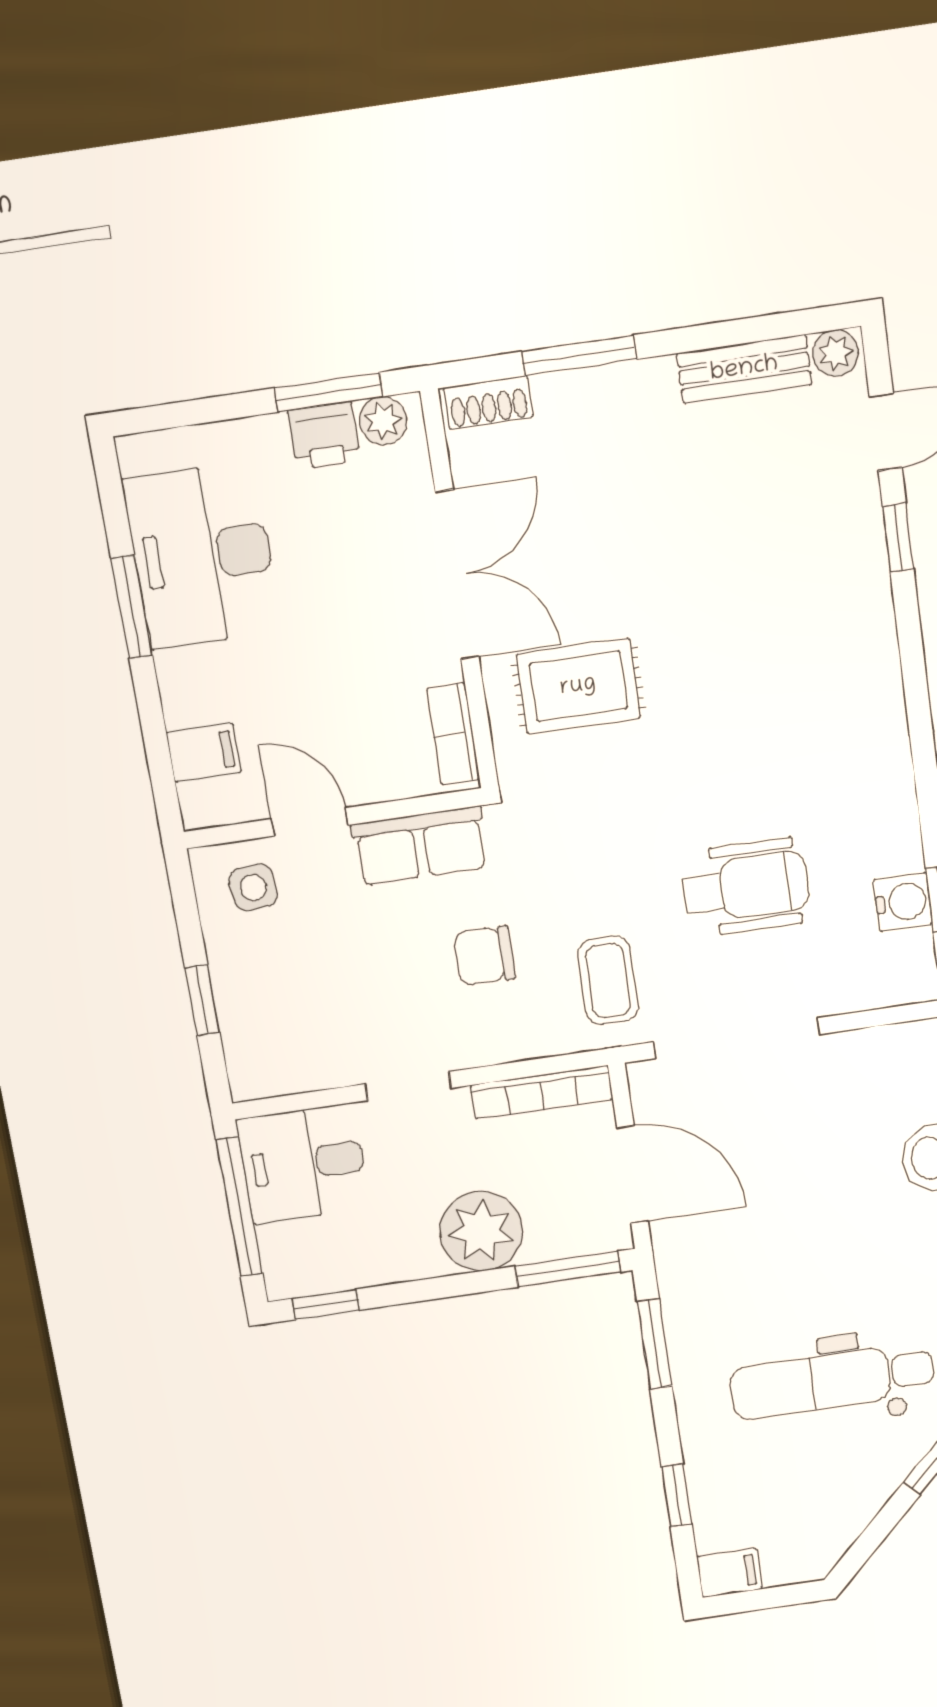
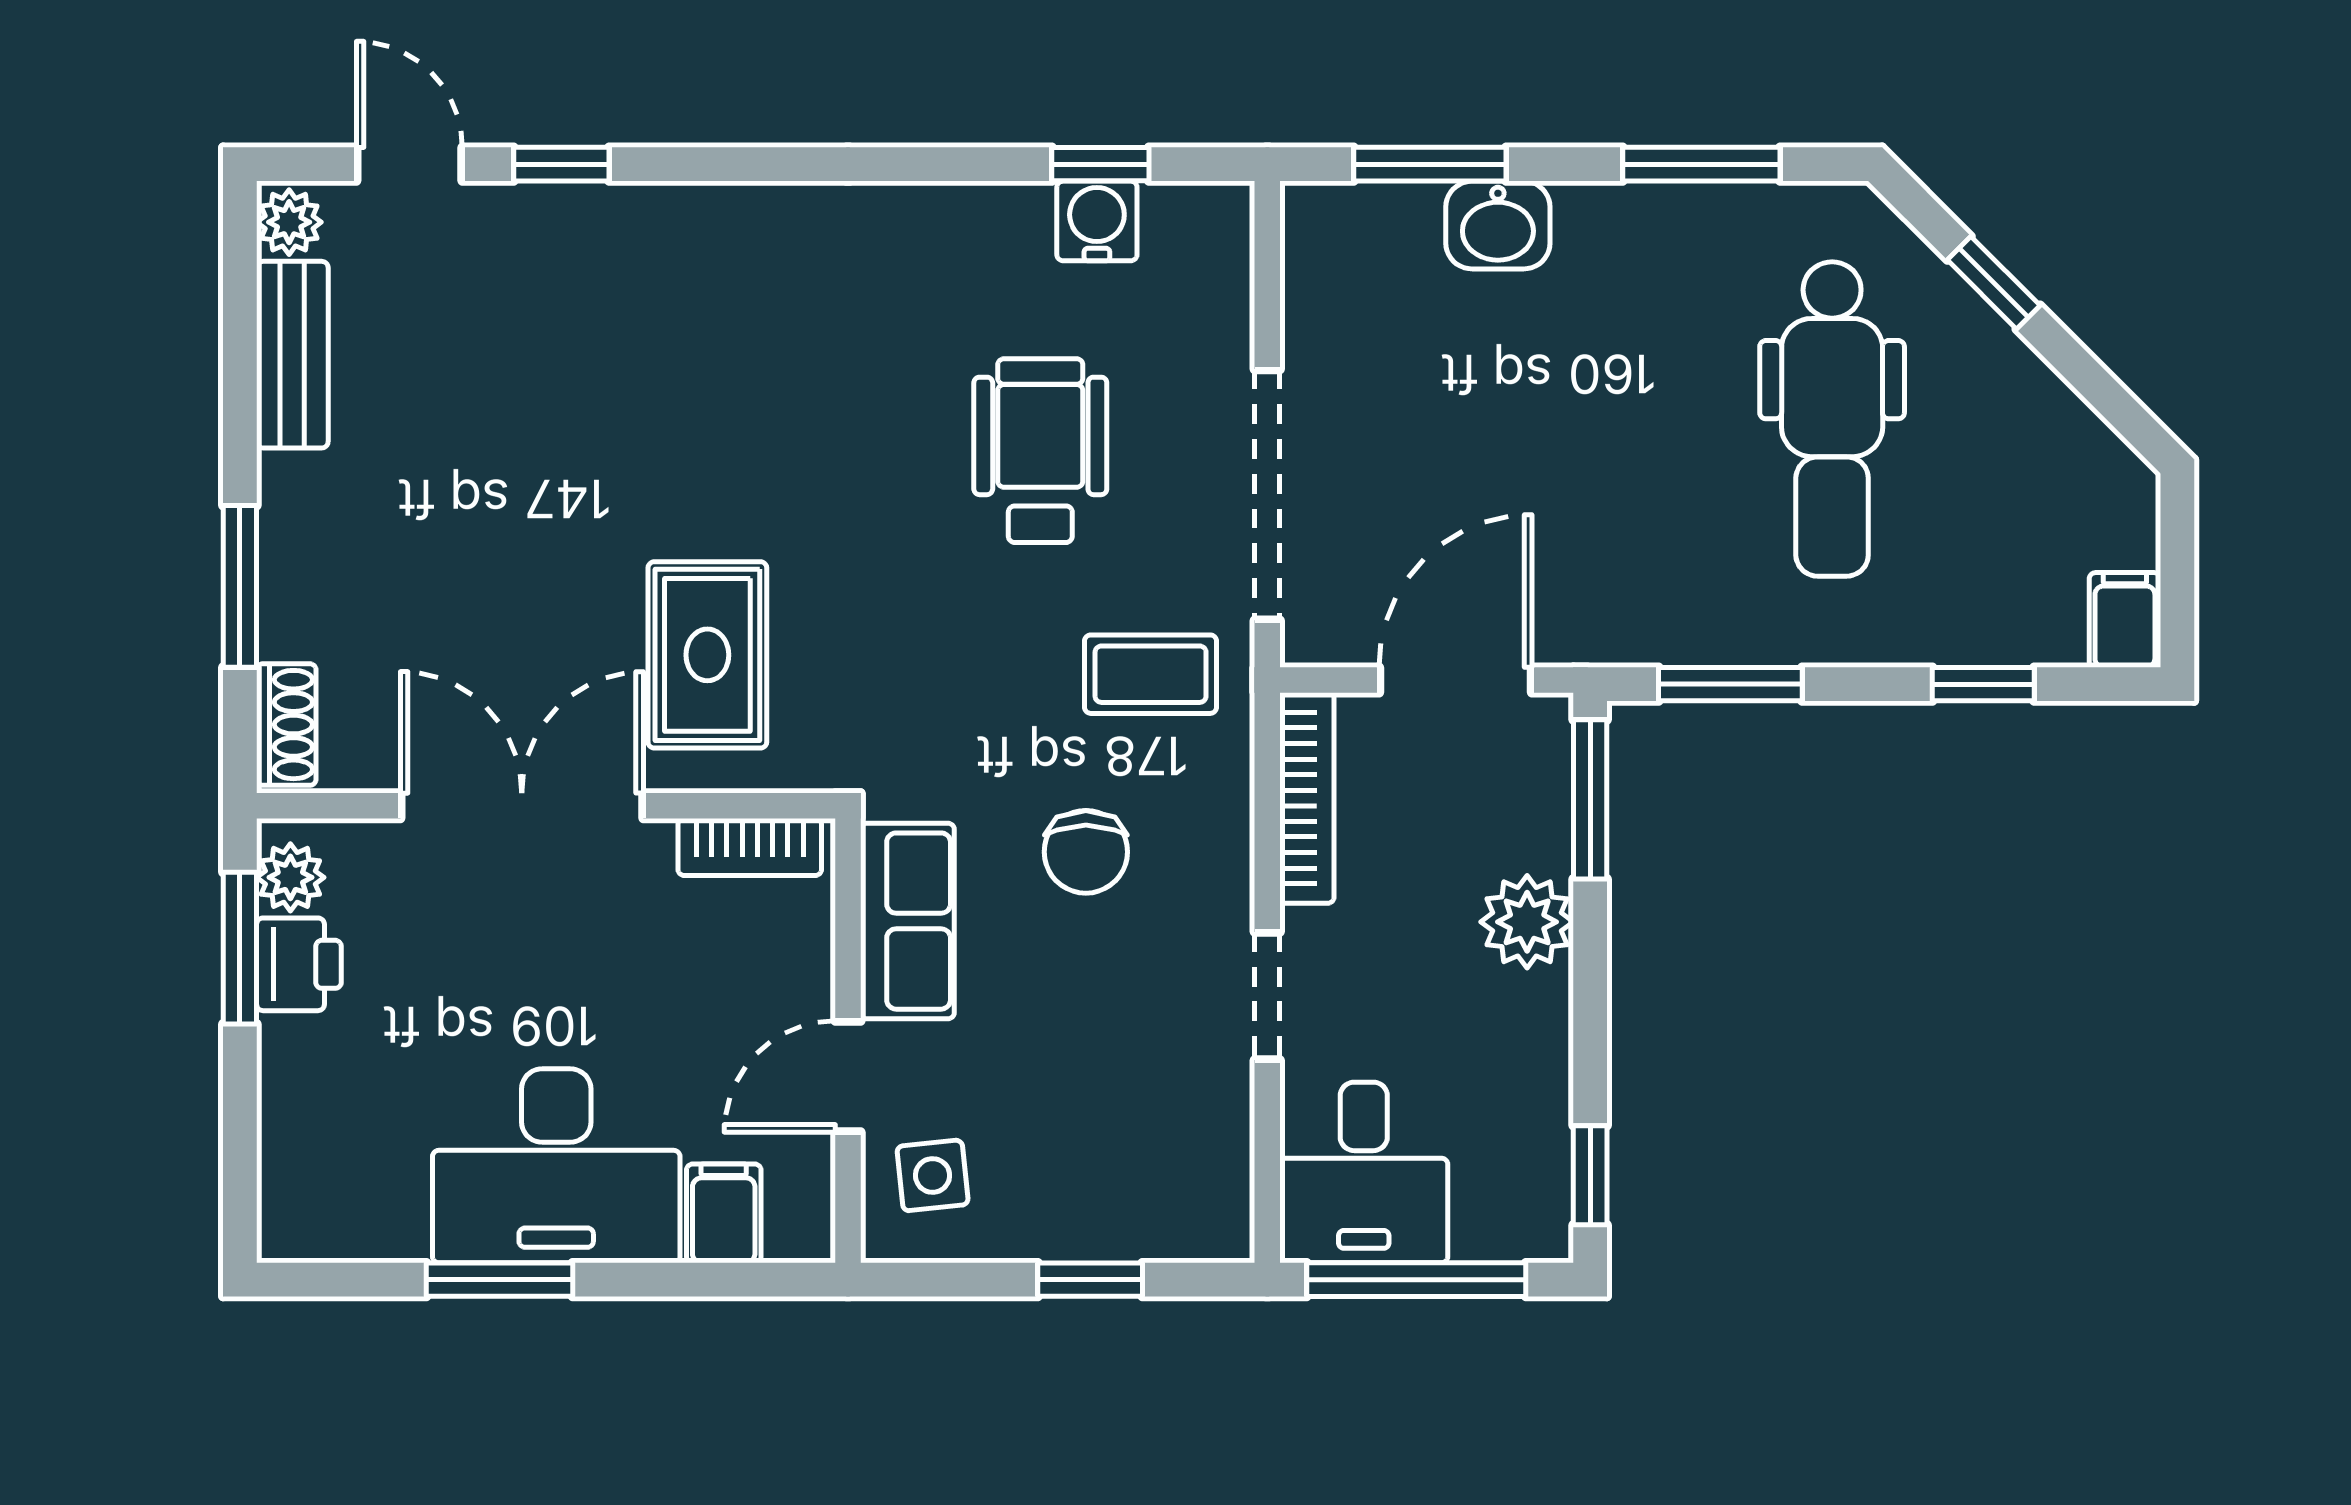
desk: (202, 556) -> (556, 1166), moved
plant: (481, 1231) -> (1527, 922), width x0.73, depth x0.73

